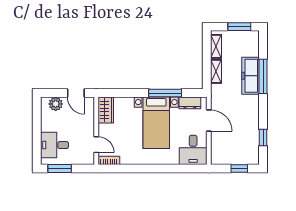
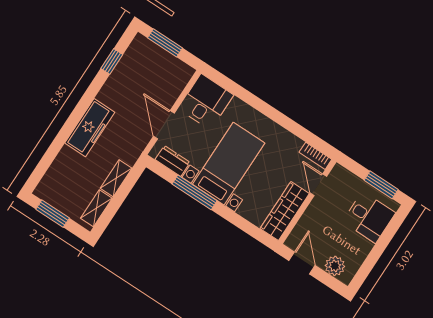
freezer: (251, 76) -> (90, 128), moved
window: (263, 76) -> (64, 135), removed
wardrobe: (106, 110) -> (285, 211), width x1.50
window: (239, 169) -> (165, 43), width x1.50

